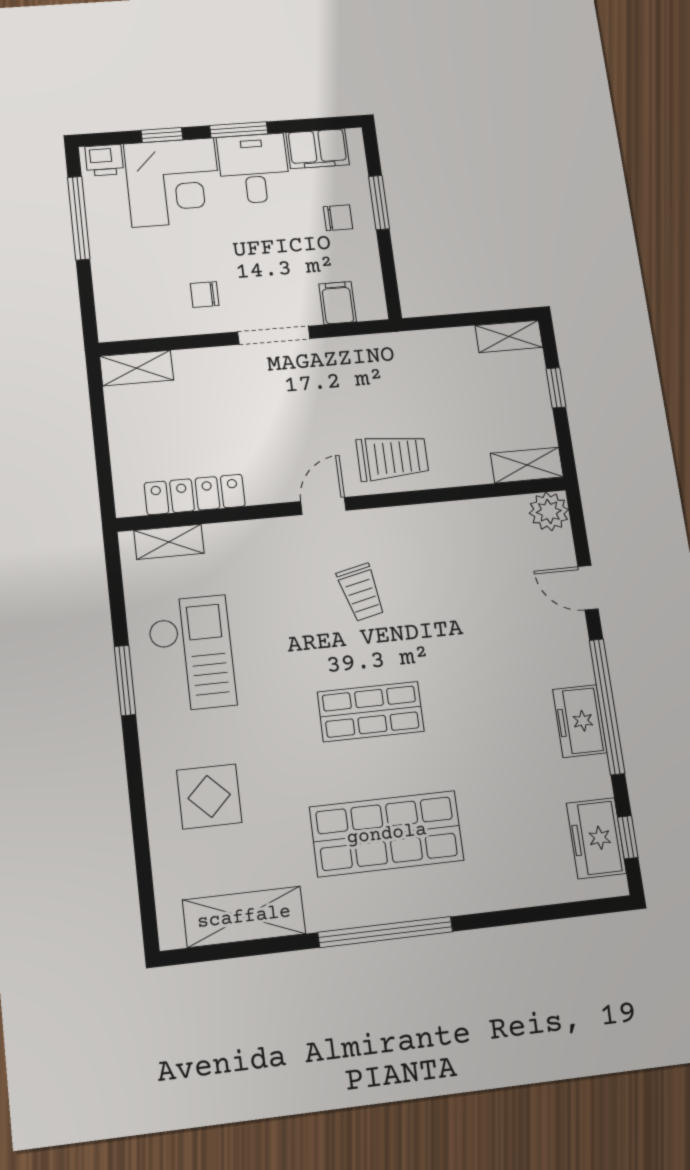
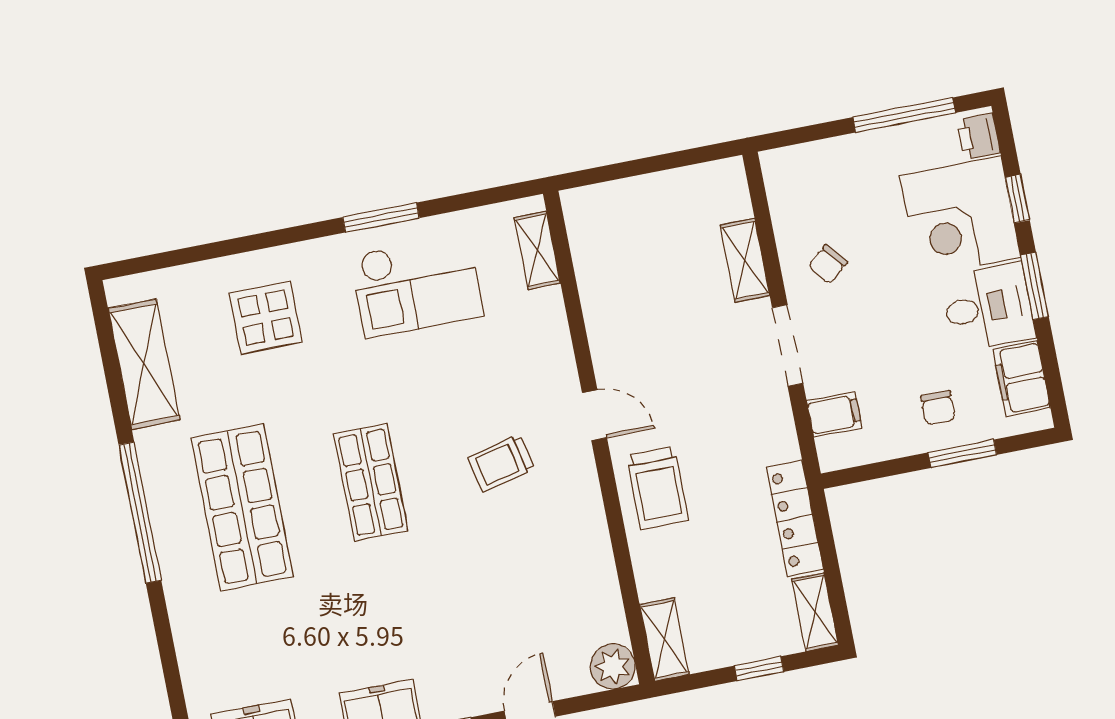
chair: (205, 294) -> (828, 264), turned -130
shelving: (137, 368) -> (745, 260), moved
locker: (195, 495) -> (795, 518), moved, turned 180

